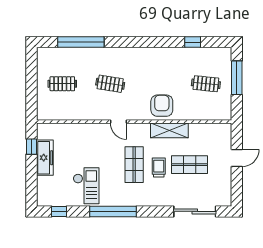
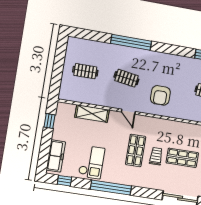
window: (81, 42) -> (131, 42), moved
armchair: (162, 106) -> (160, 95), moved, turned 180
shelving: (169, 130) -> (92, 114), moved
freezer: (45, 158) -> (56, 156), moved

